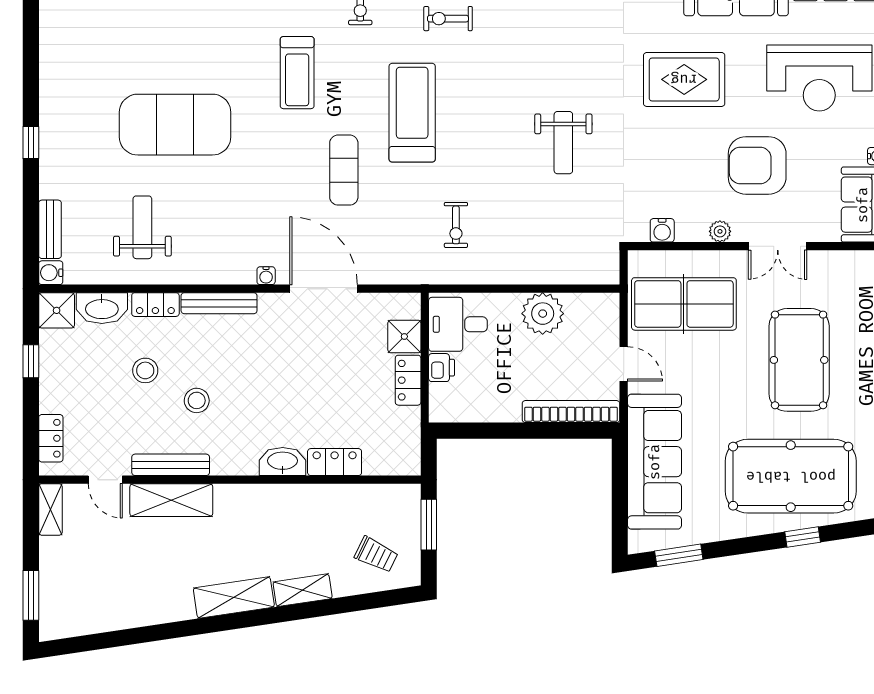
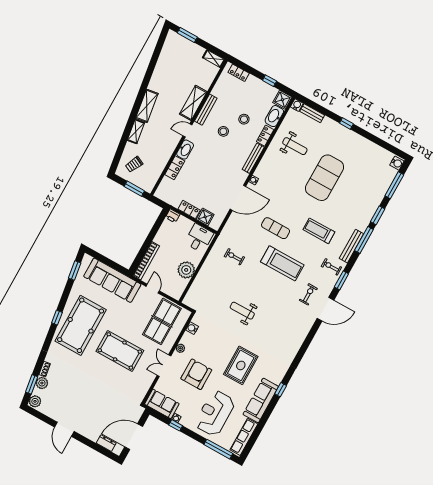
door: (624, 364) -> (153, 289), swing flipped
printer: (442, 368) -> (173, 216), moved
door: (105, 480) -> (187, 130), moved

